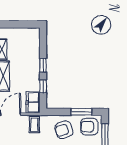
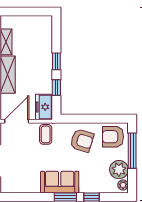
window: (81, 112) -> (103, 119), removed
armchair: (64, 130) -> (82, 141), turned -144

